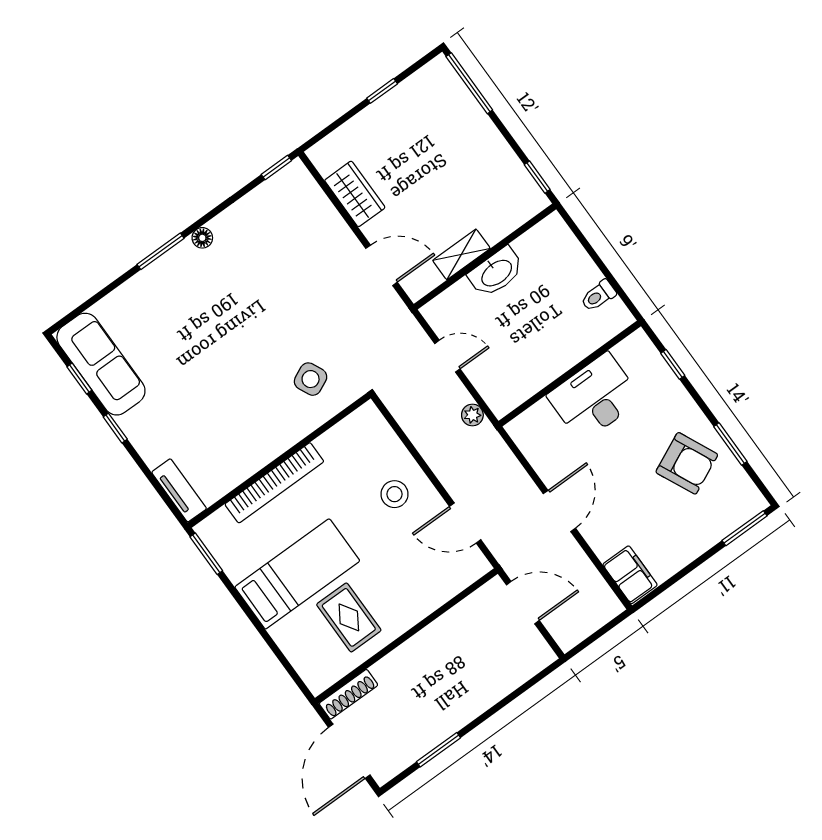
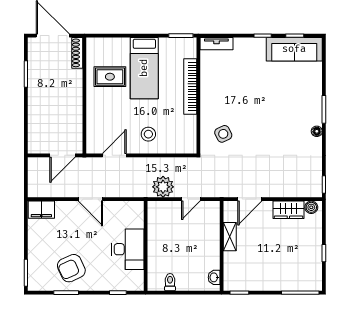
boiler: (325, 162) -> (311, 207), added
washbasin: (496, 272) -> (214, 277), moved, width x0.52, depth x0.69
plant: (472, 415) -> (163, 187), width x1.88, depth x1.88

